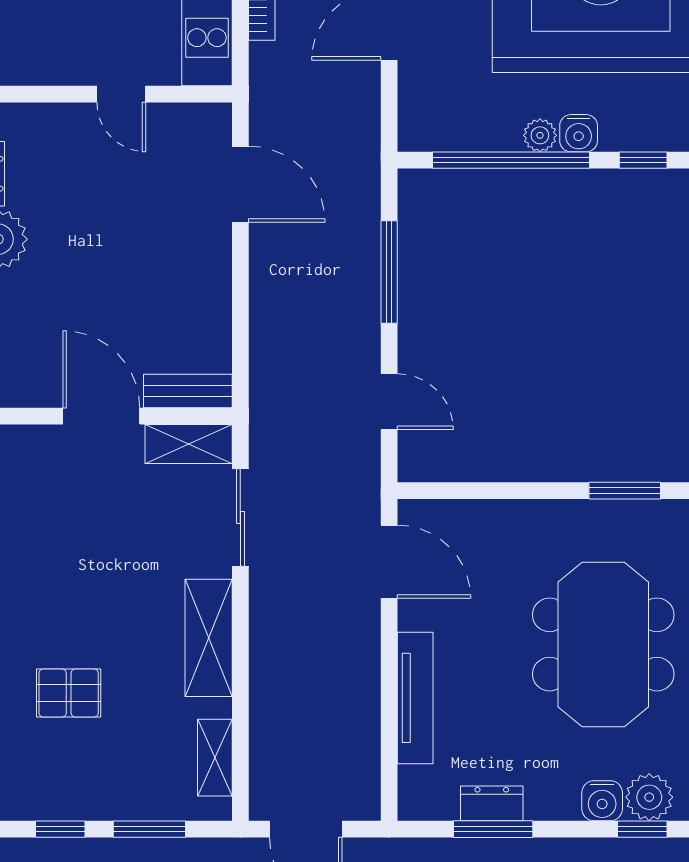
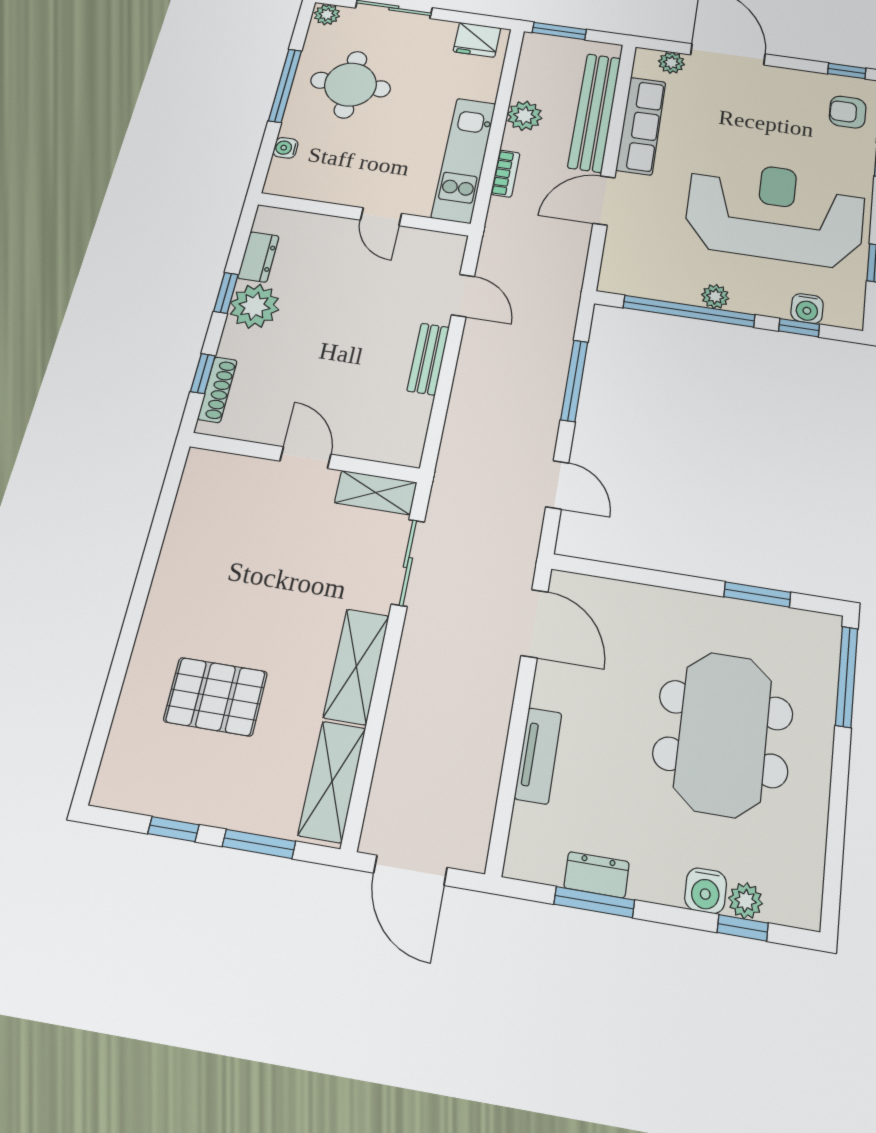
water cooler: (579, 133) -> (807, 309), moved
door: (240, 184) -> (463, 296), width x0.73
bench: (188, 391) -> (428, 359), moved, turned 90
door: (101, 416) -> (305, 458), width x0.73
pallet: (69, 693) -> (216, 697), width x1.50, depth x1.42
tv unit: (415, 698) -> (538, 756), width x0.71
shelving: (215, 758) -> (332, 781), width x1.50, depth x1.33
plant: (649, 797) -> (746, 901), width x0.73, depth x0.73

